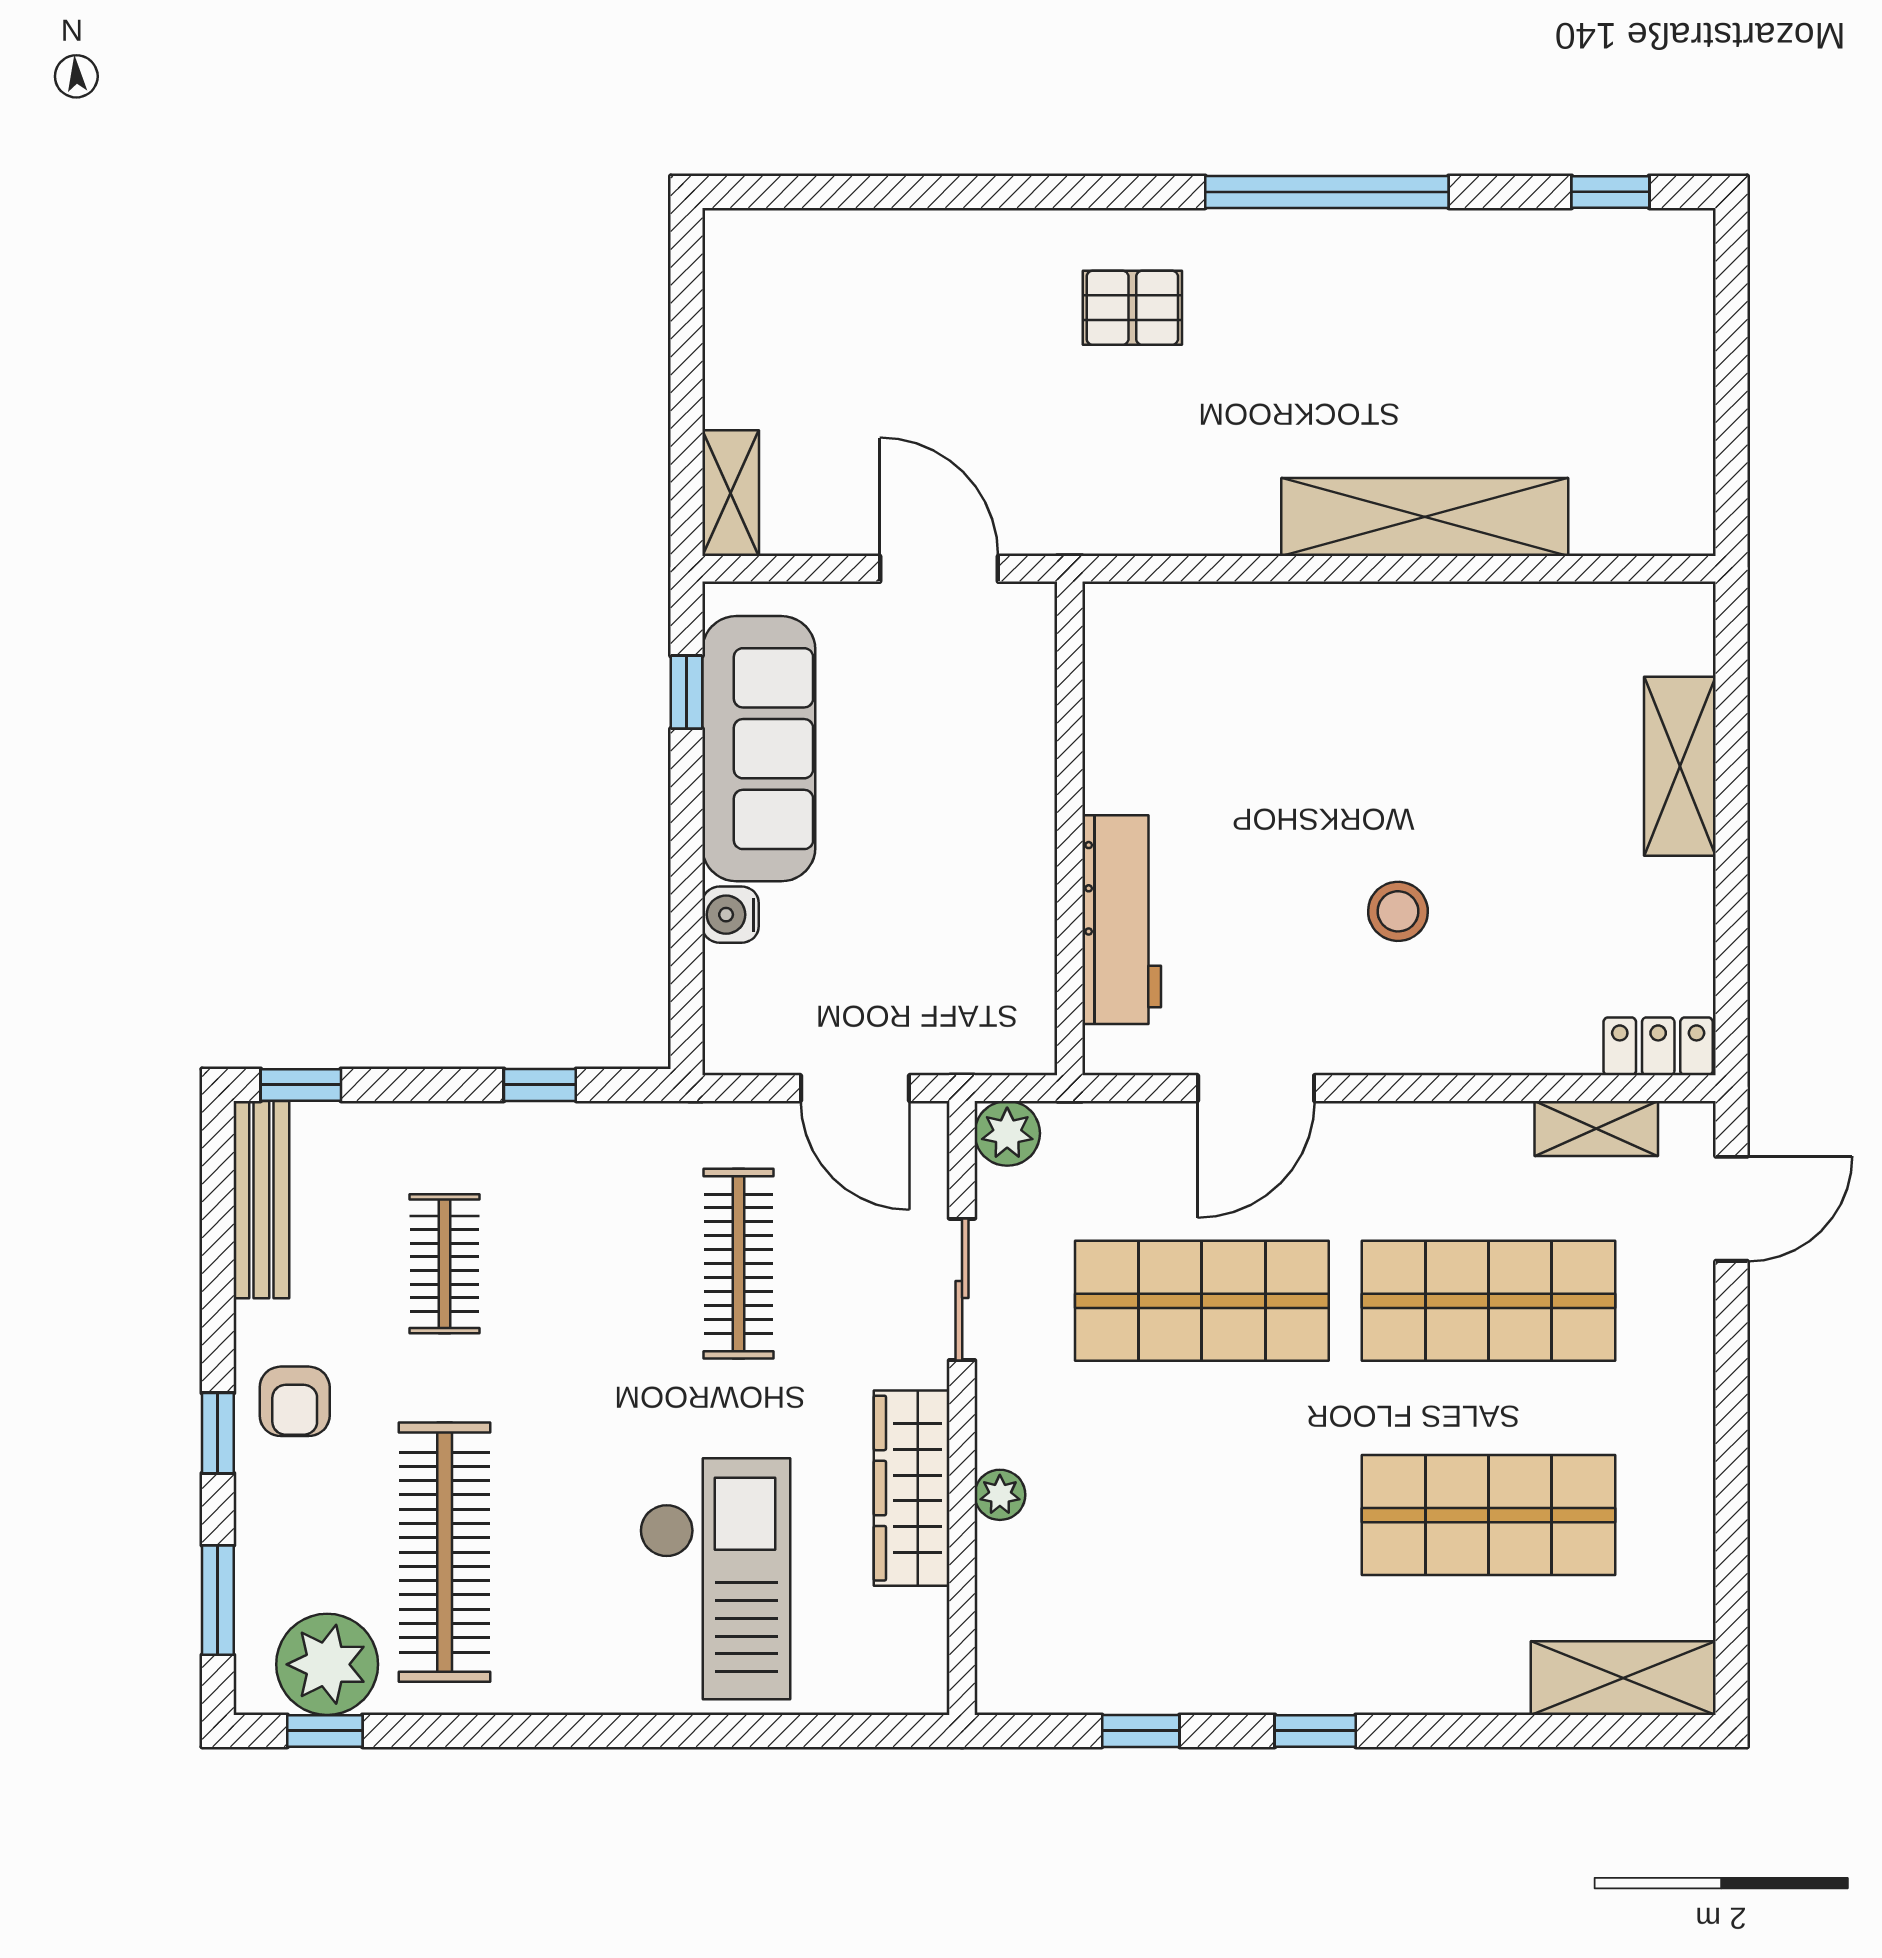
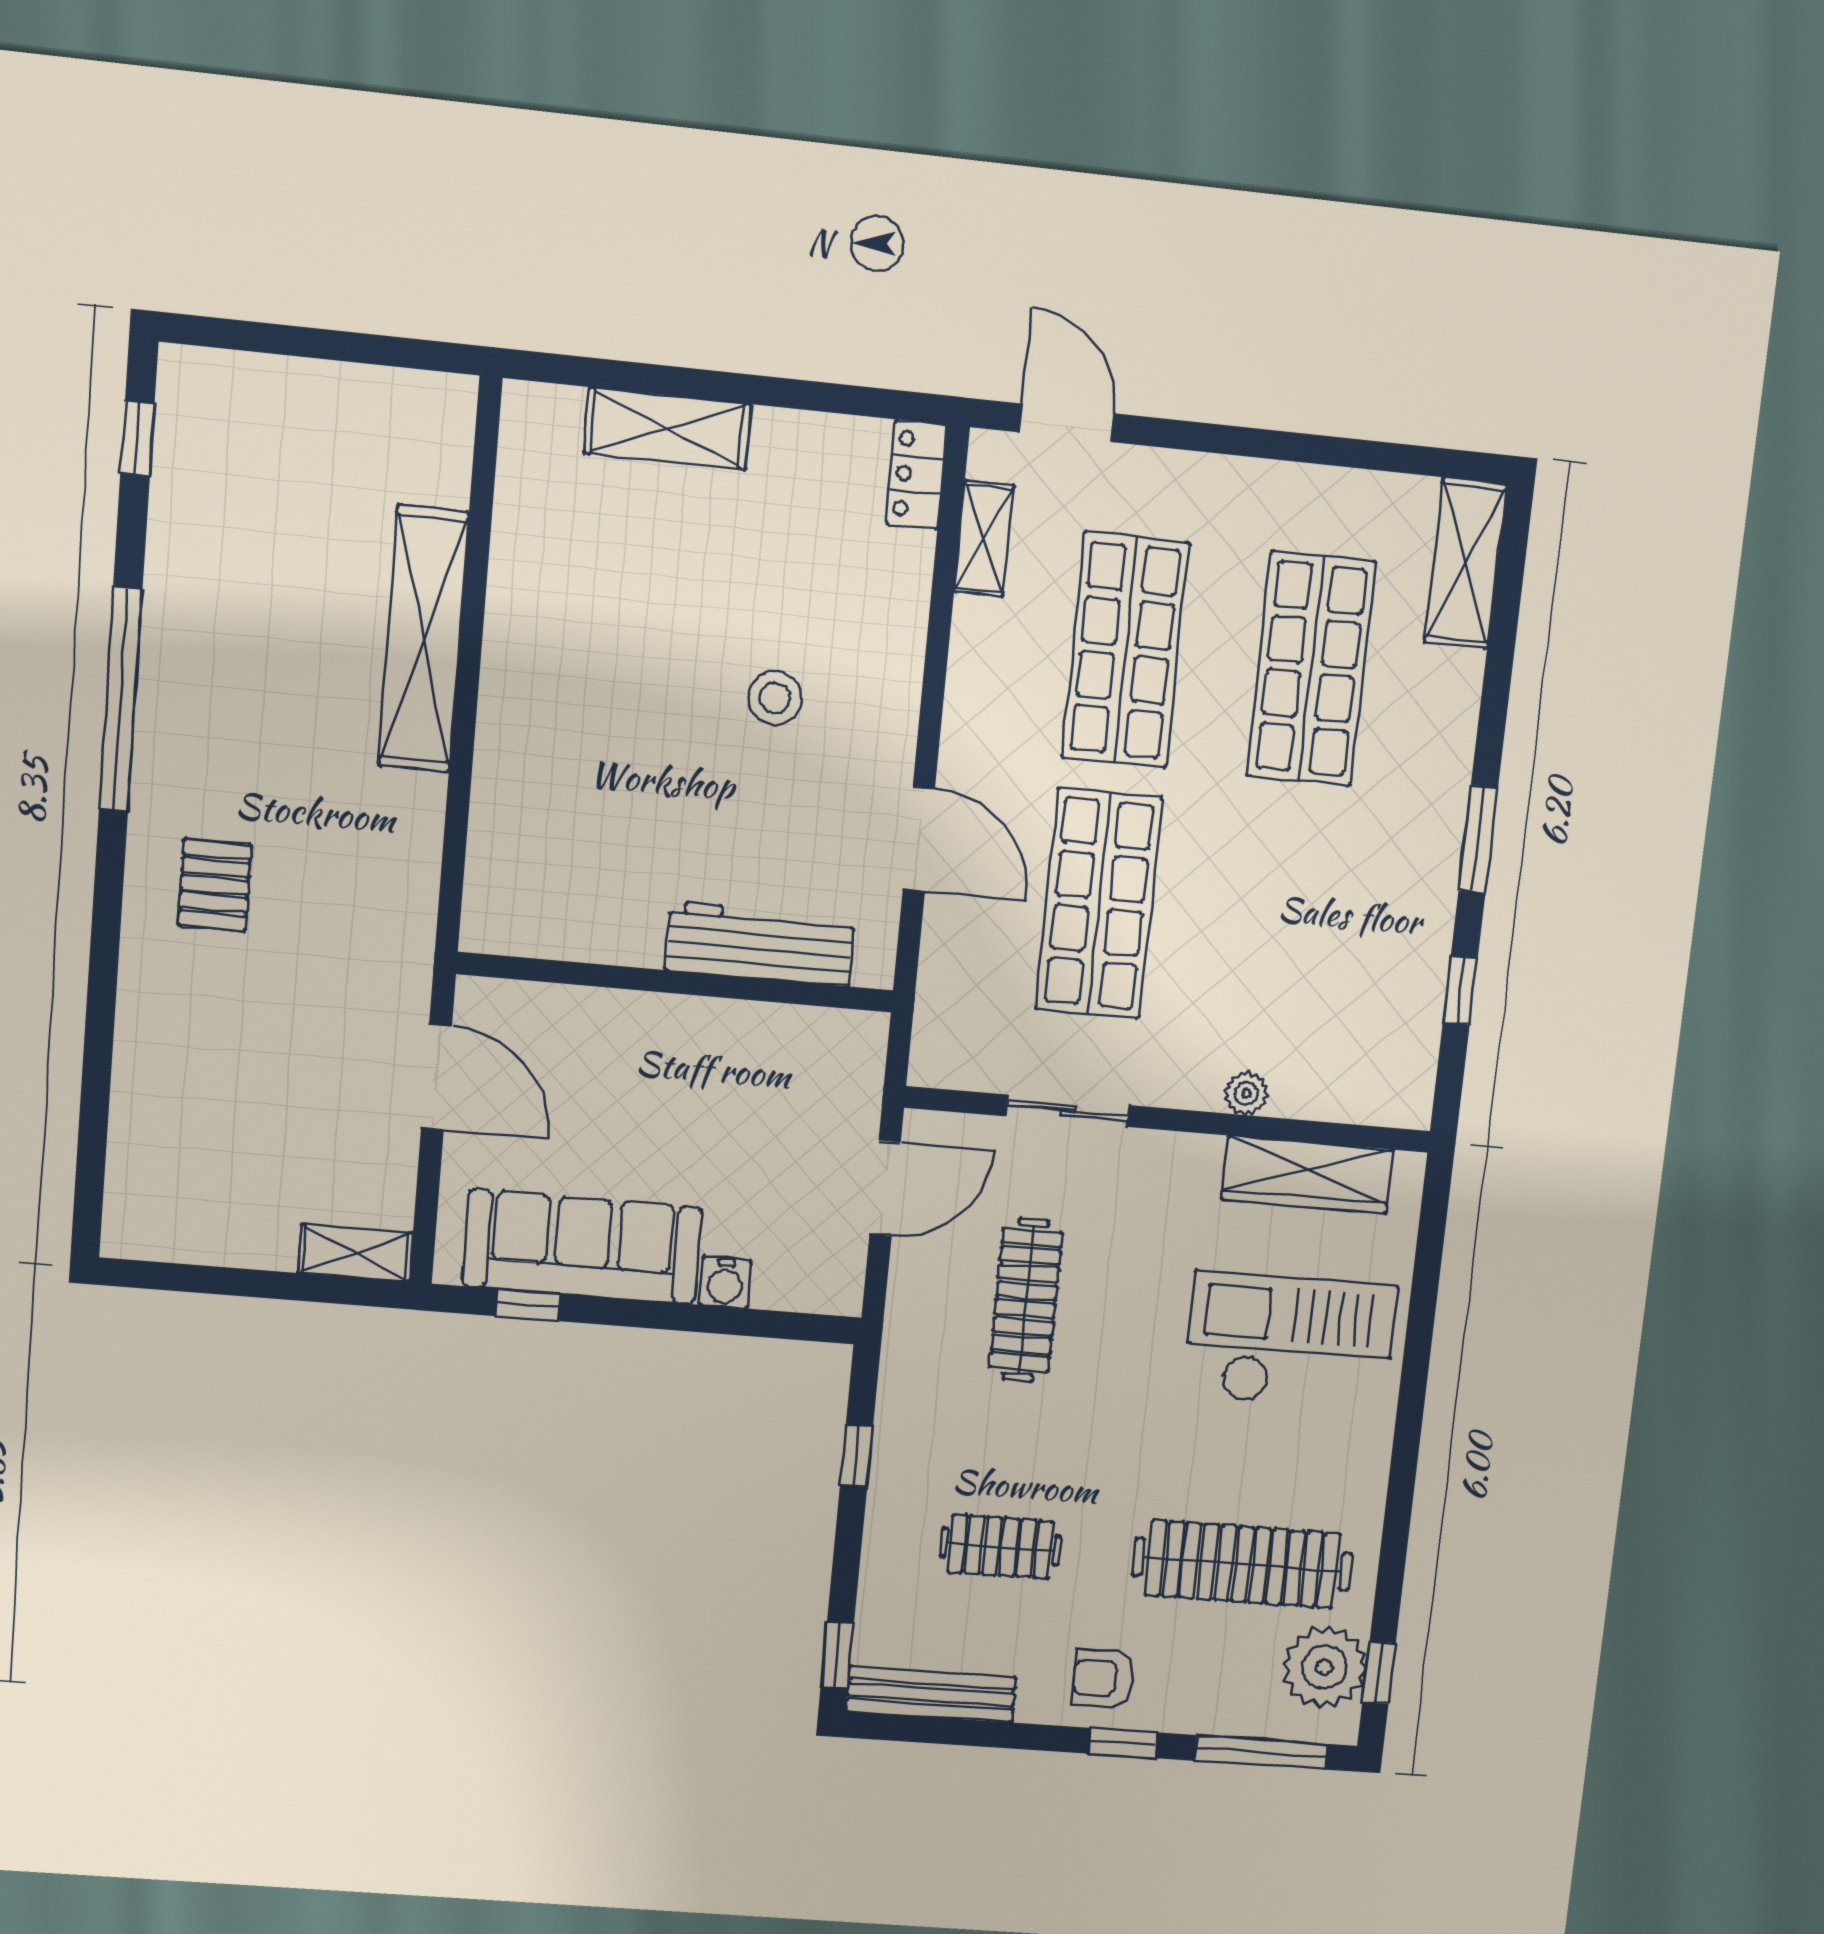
door: (939, 569) -> (436, 1077), swing flipped
plant: (1007, 1133) -> (937, 1060), removed
clothes rail: (738, 1264) -> (1026, 1300), turned 90
armchair: (295, 1401) -> (1103, 1679), turned 180
wardrobe: (912, 1488) -> (1308, 1175), moved
window: (218, 1600) -> (1261, 1752), width x1.44
window: (1315, 1731) -> (1478, 839), width x1.50

